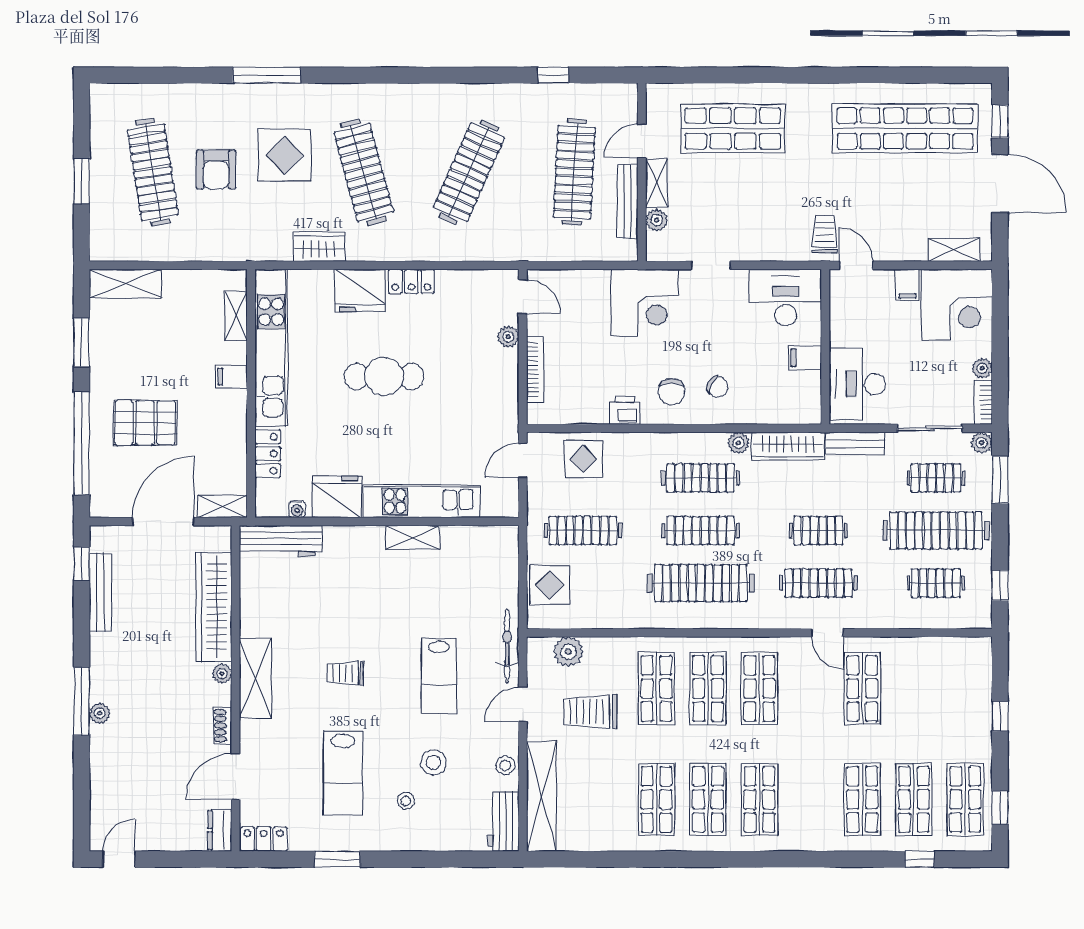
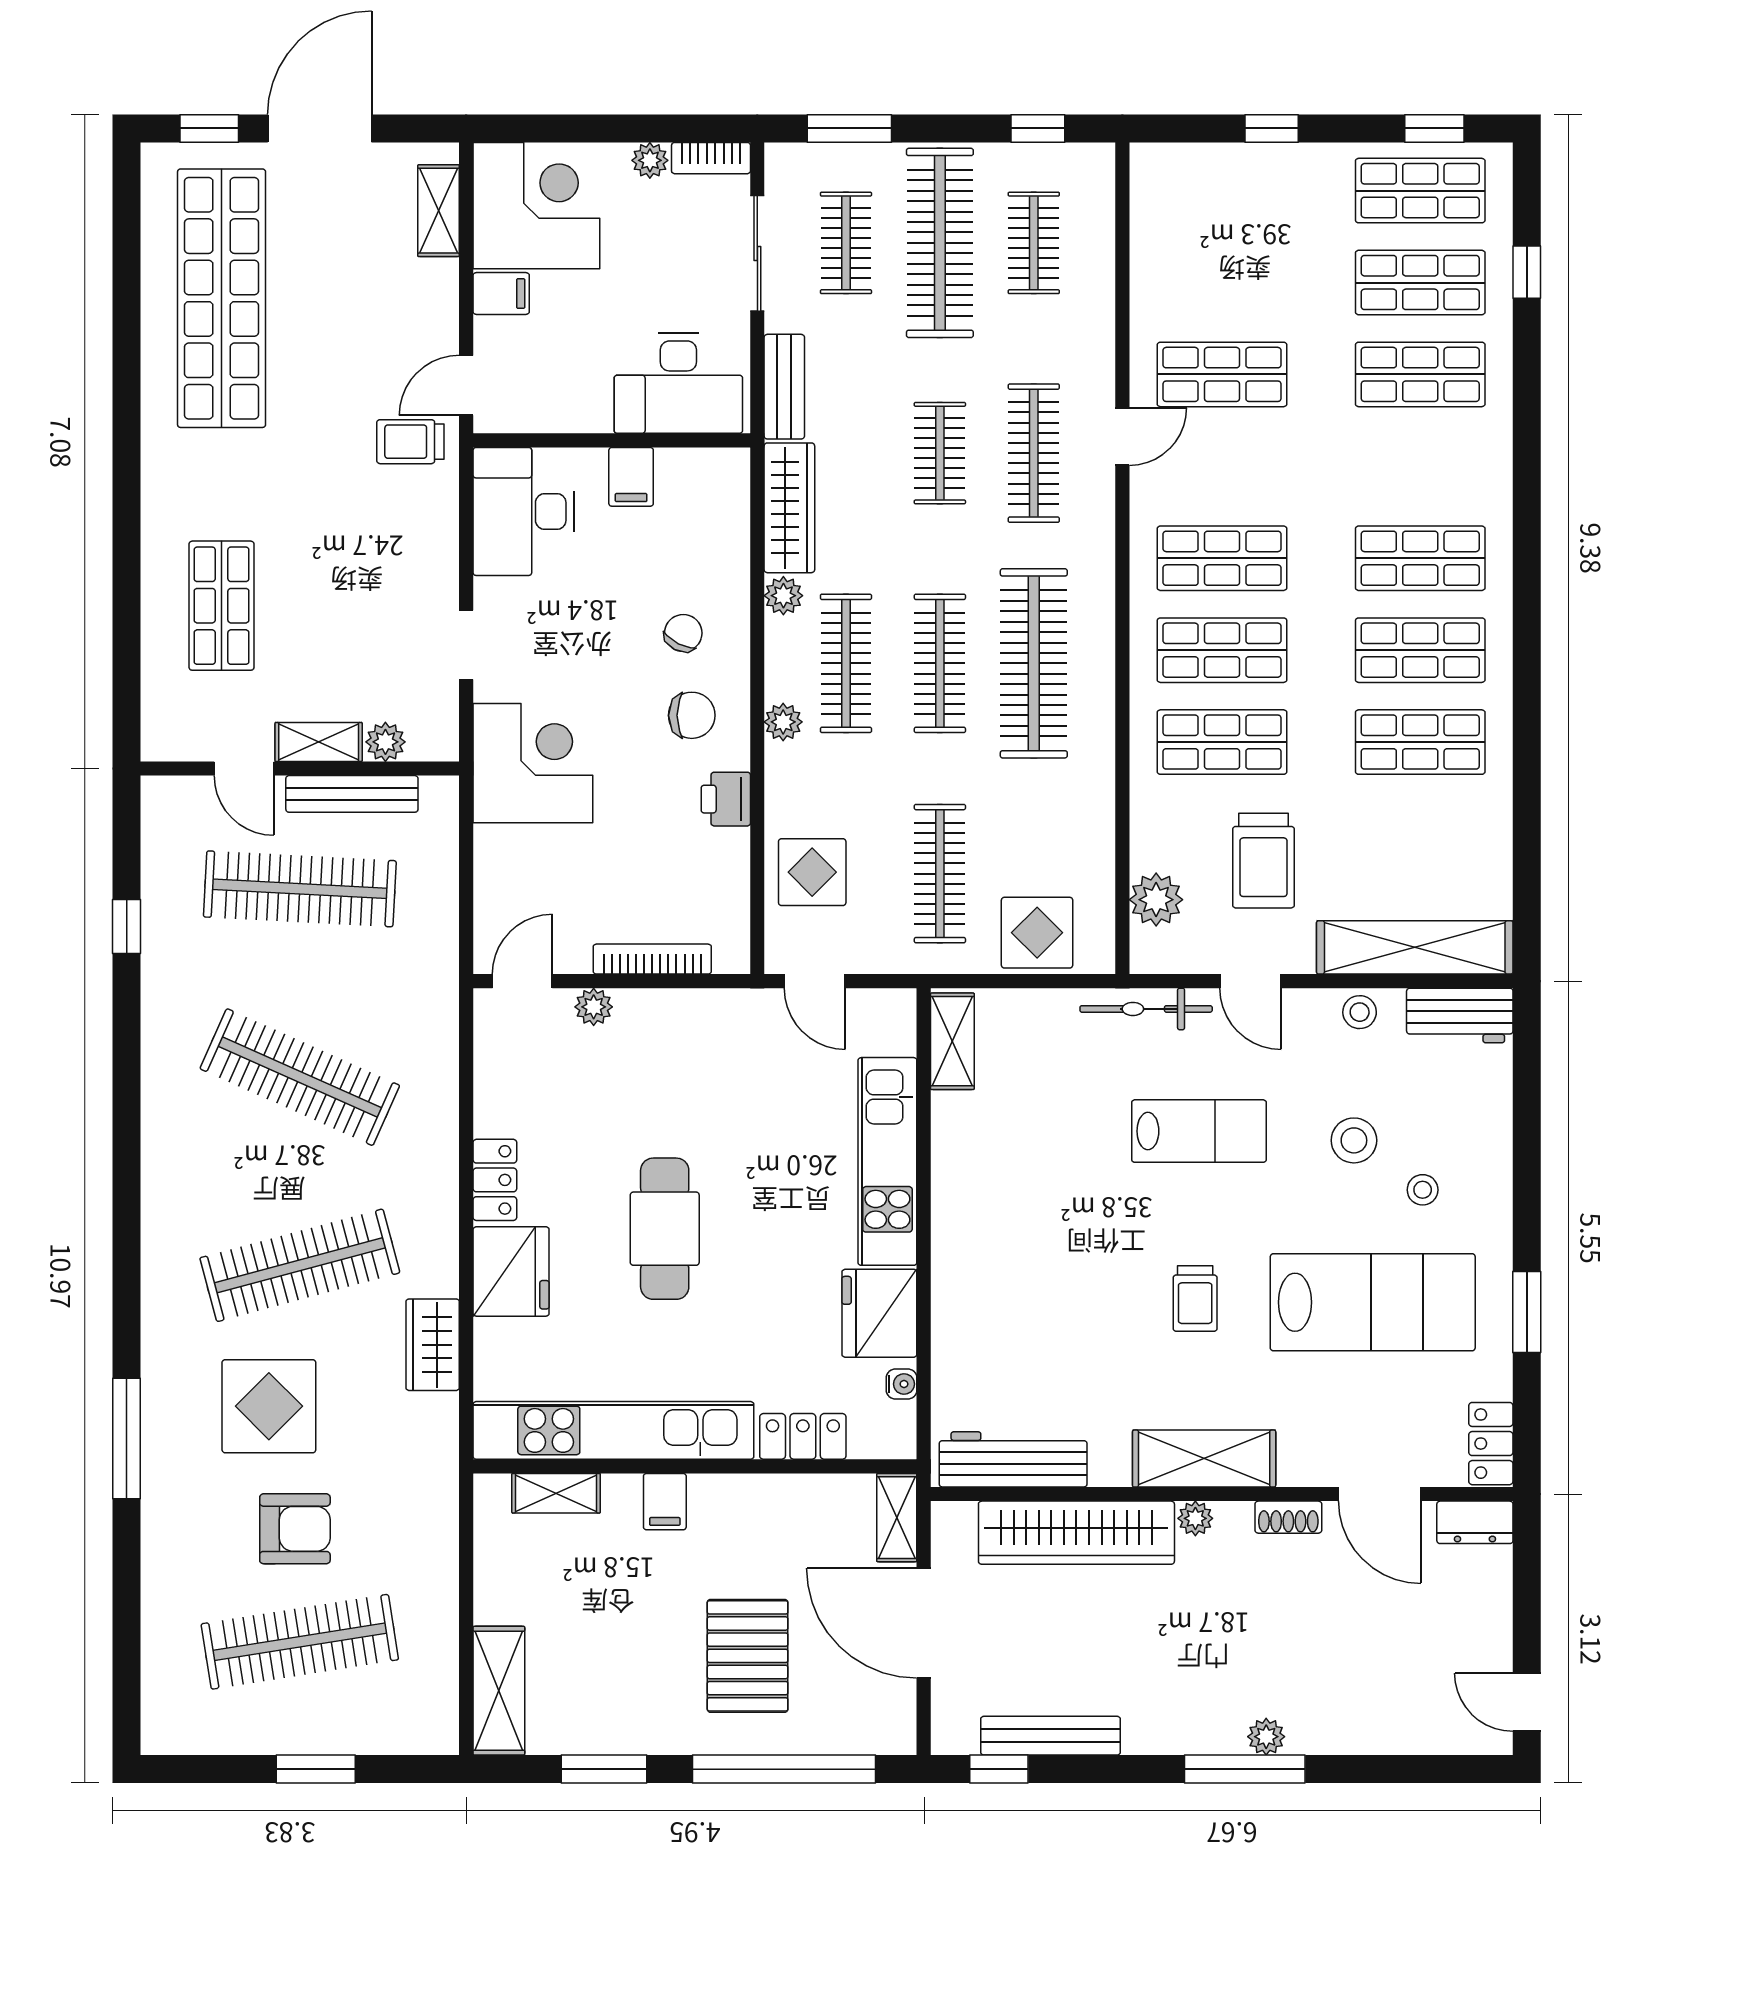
shop shelf: (733, 128) -> (222, 606), width x0.70, depth x0.74
plant: (982, 443) -> (783, 722), moved
shelving: (413, 538) -> (952, 1041), moved
workbench: (281, 541) -> (1013, 1459), moved, turned -90
lab bench: (343, 773) -> (1373, 1302), width x1.36, depth x1.39

